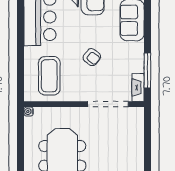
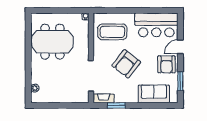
armchair: (92, 57) -> (126, 64), width x1.88, depth x1.88
window: (147, 70) -> (116, 105), width x0.69

